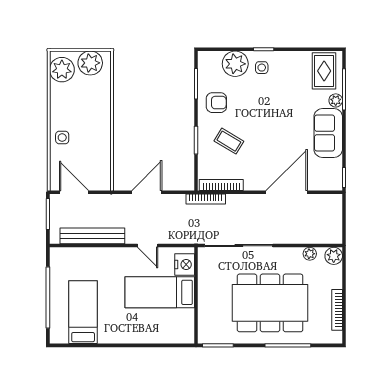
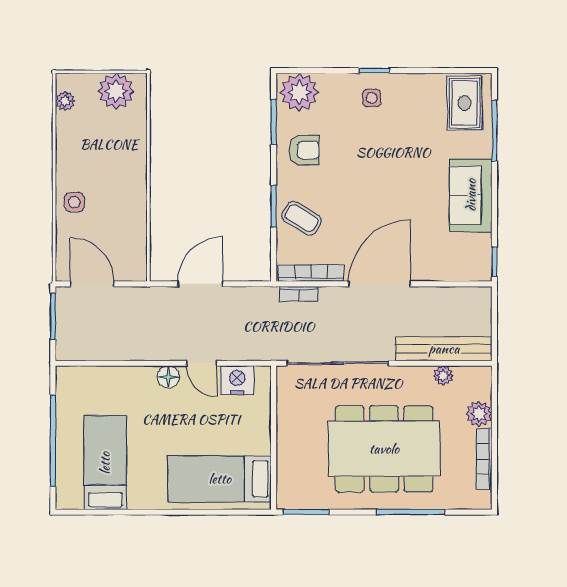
plant: (235, 64) -> (299, 92), moved
plant: (62, 70) -> (65, 101), width x0.53, depth x0.53
plant: (336, 100) -> (482, 147), removed
coffee table: (229, 141) -> (302, 218), moved
door: (287, 192) -> (380, 284), moved
bookcase: (206, 199) -> (299, 294), width x0.64
bench: (92, 236) -> (444, 349), moved
floor lamp: (125, 255) -> (168, 377), added
plant: (334, 256) -> (479, 414), moved
nightstand: (185, 265) -> (237, 380), moved, turned -90
bed: (160, 292) -> (220, 479), moved

